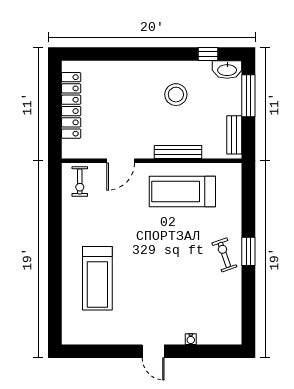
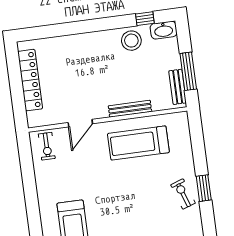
stool: (176, 95) -> (131, 41), moved
window: (248, 96) -> (188, 71), moved

